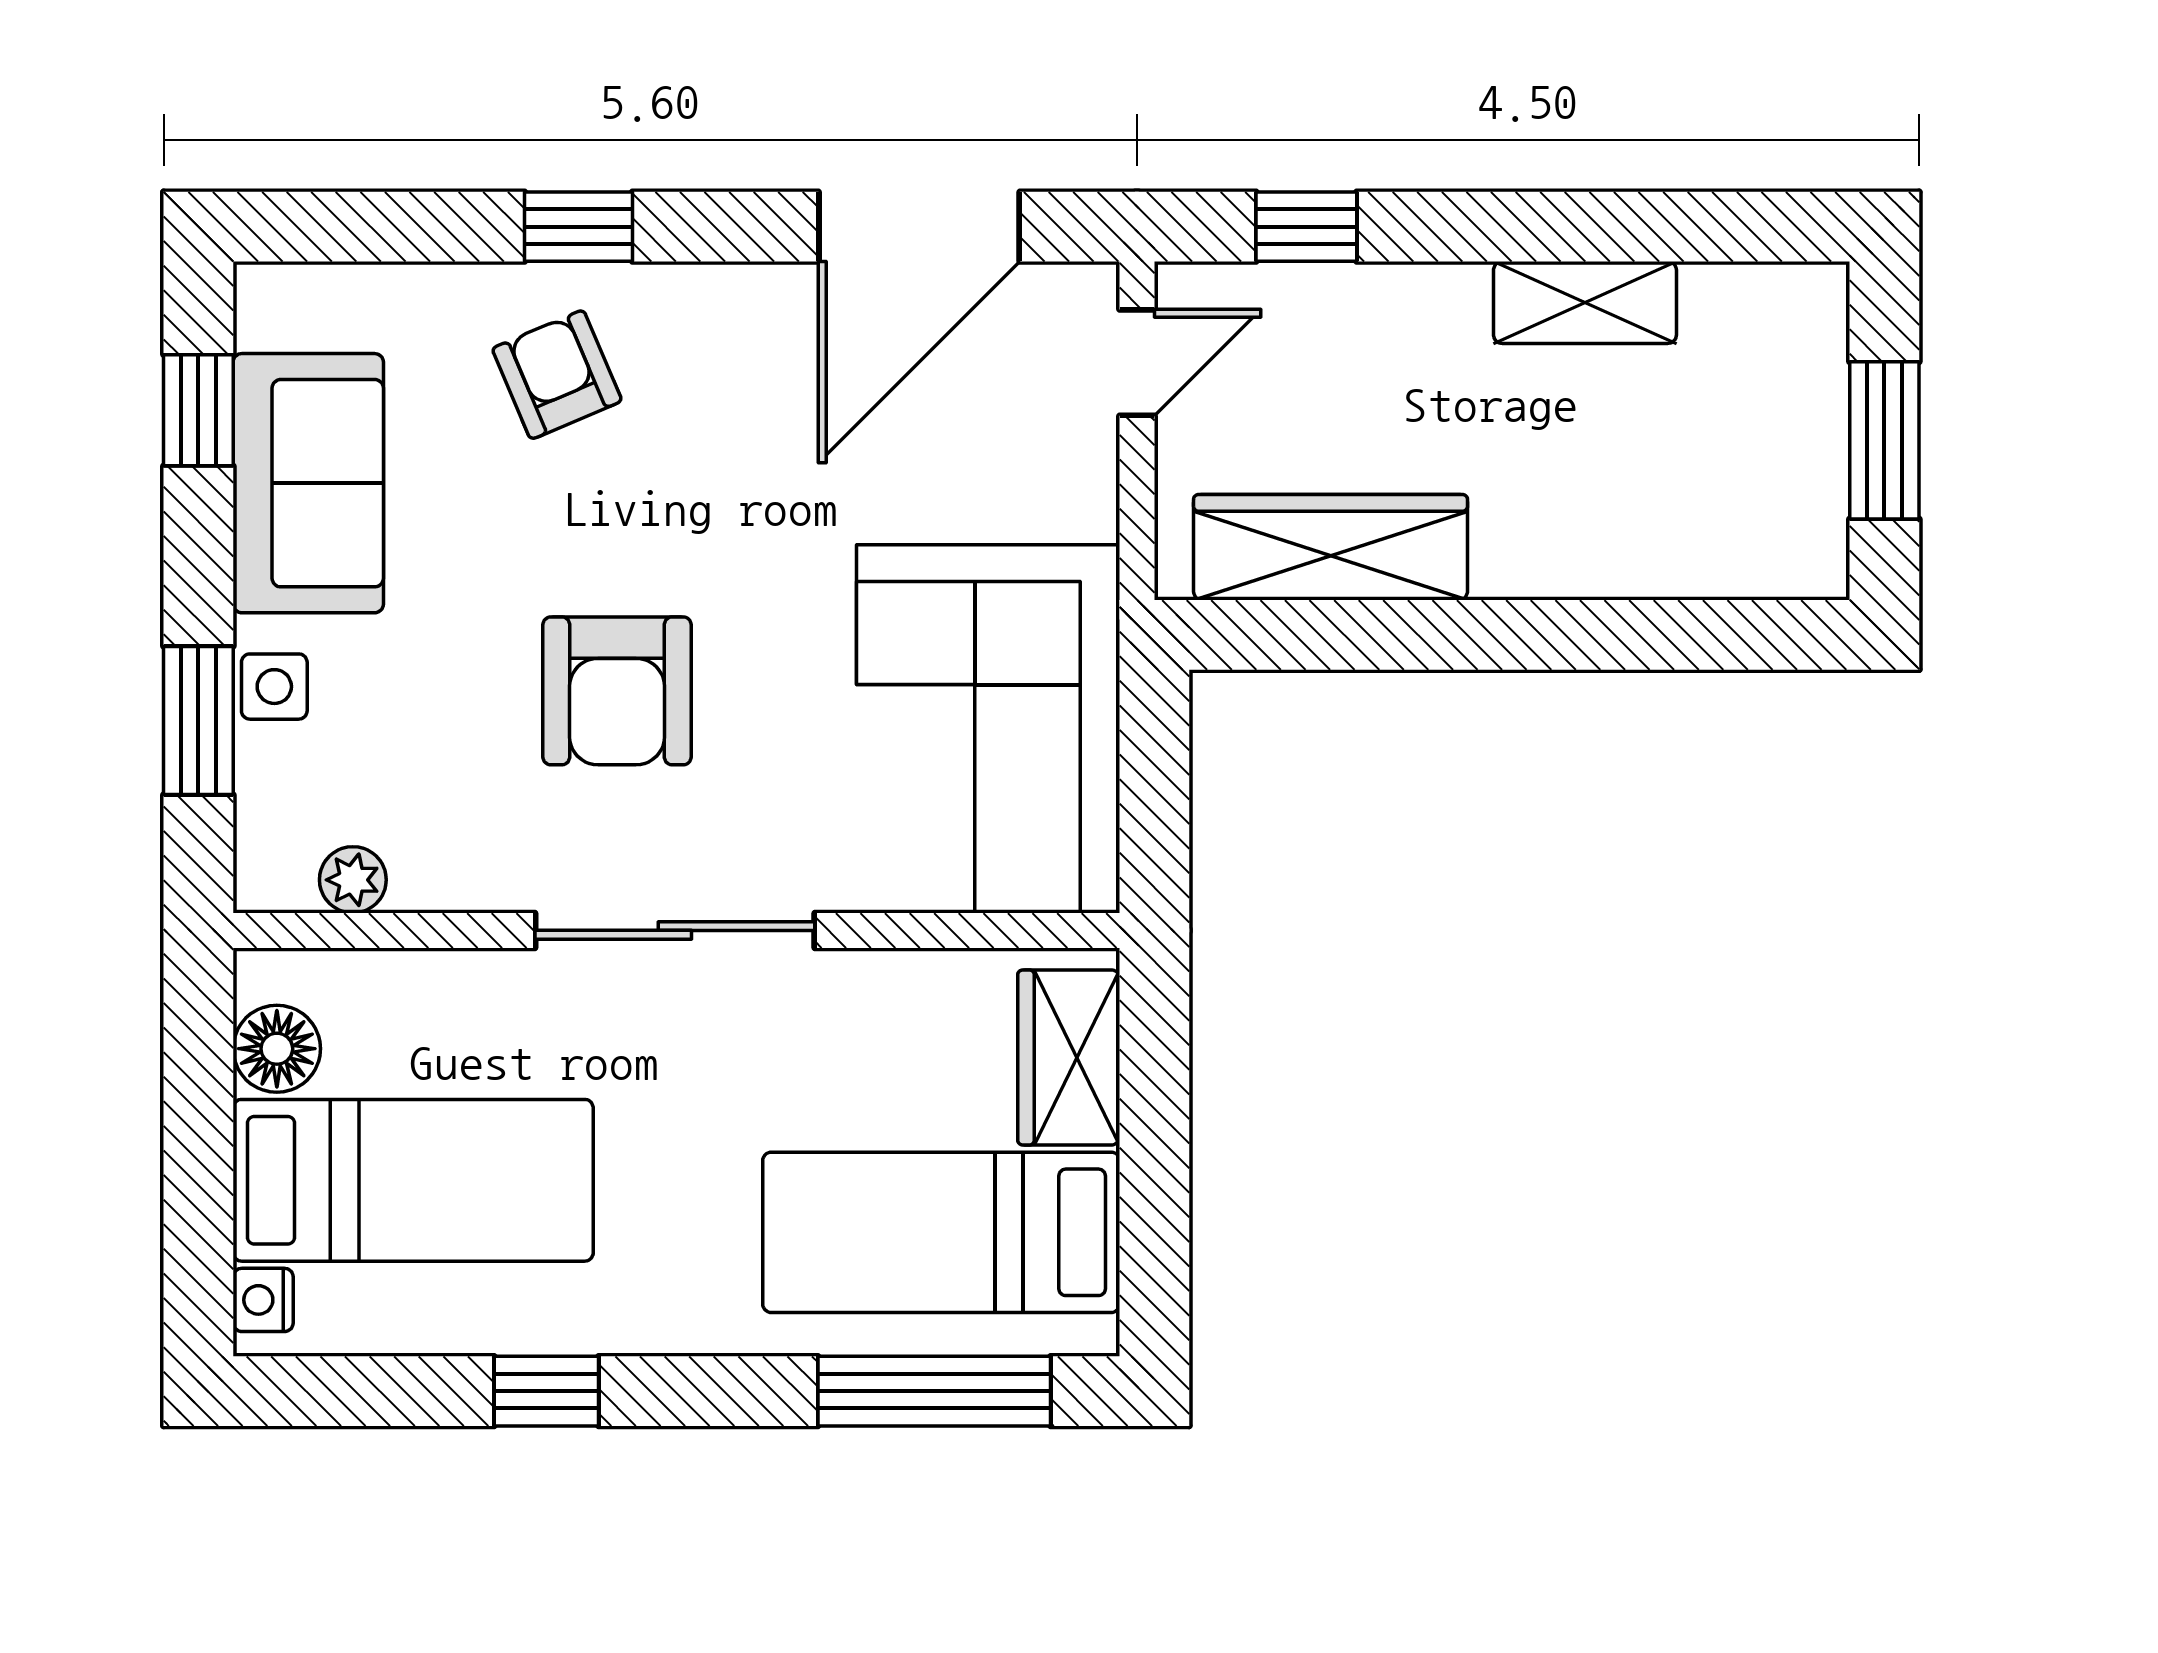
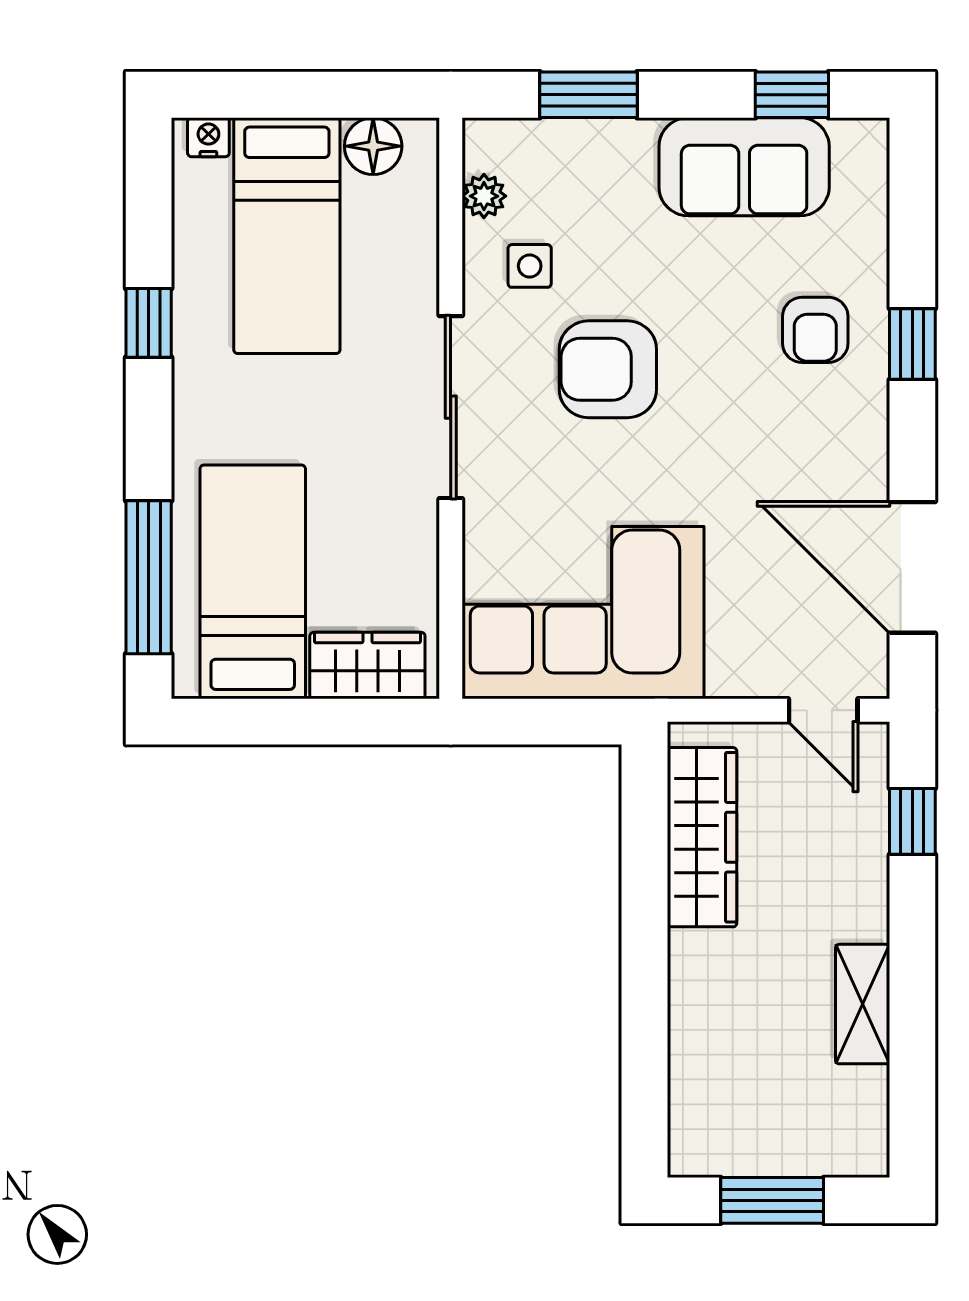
armchair: (557, 375) -> (815, 330), turned 113
side table: (274, 687) -> (530, 266), moved

